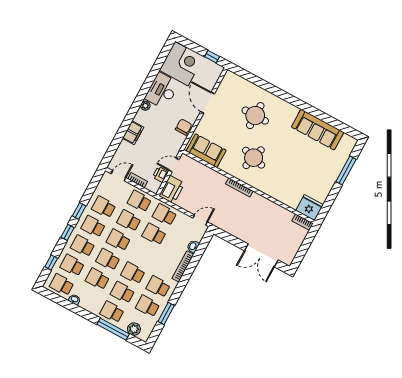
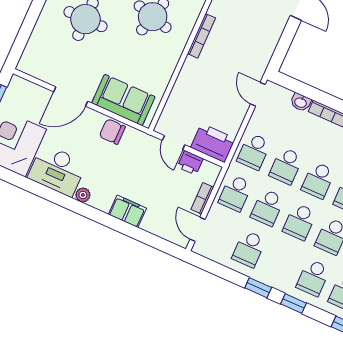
sofa: (206, 151) -> (123, 100), moved, turned 90
school desk: (93, 226) -> (318, 180), moved

